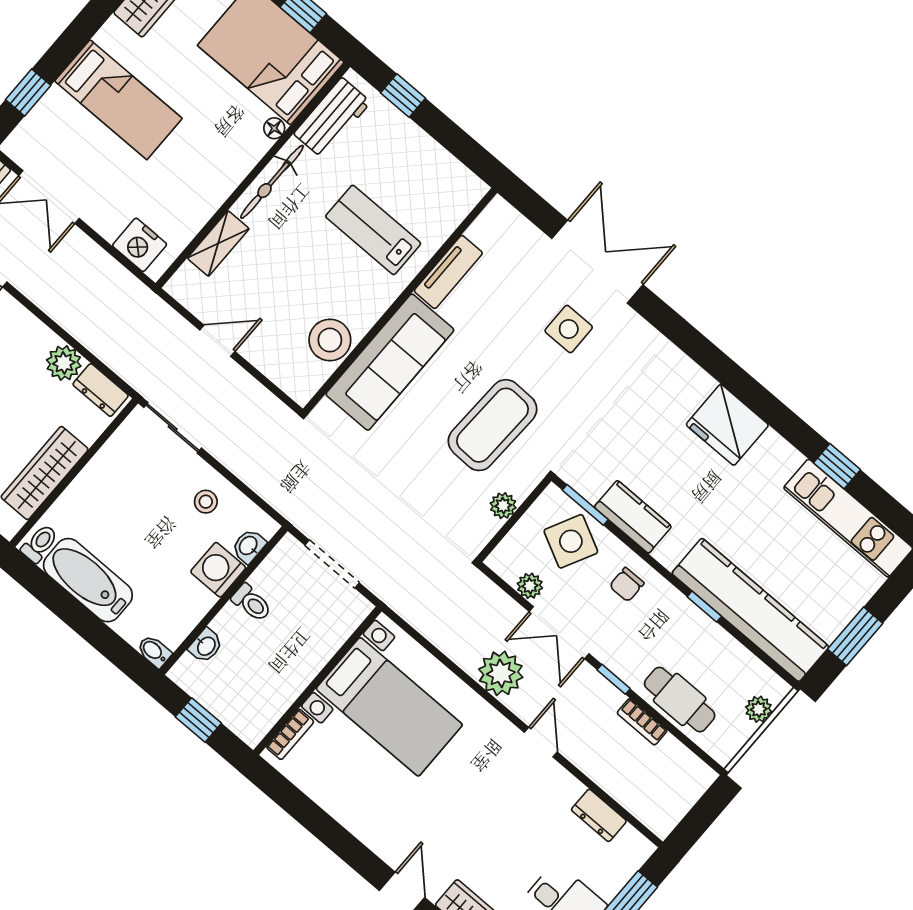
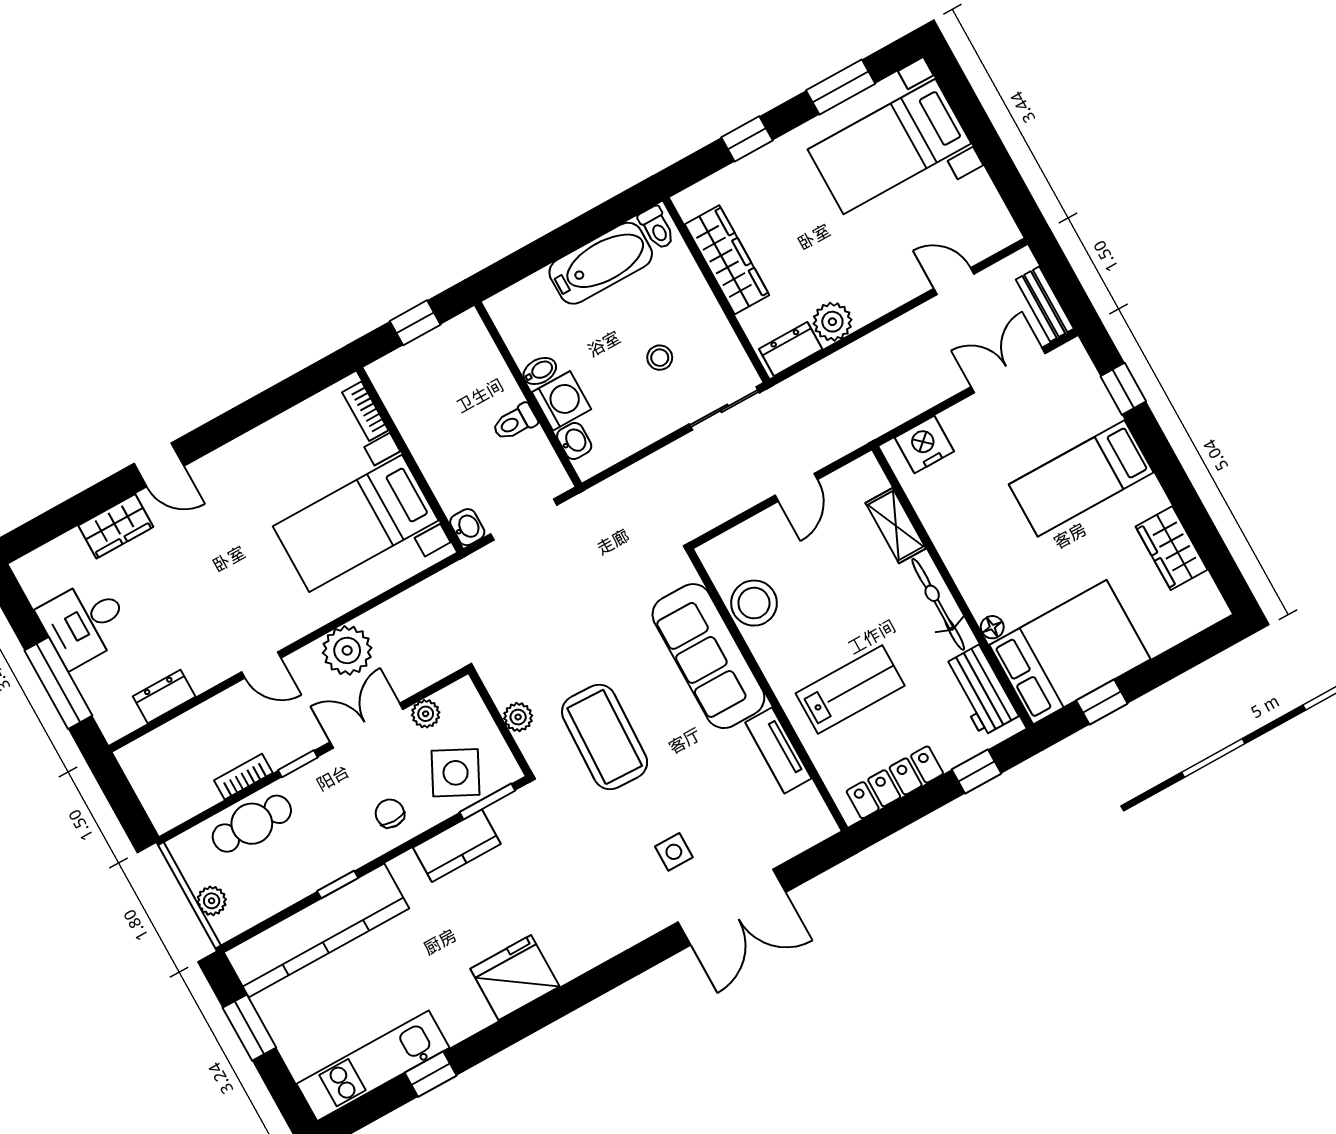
locker: (438, 162) -> (895, 782), added
side table: (569, 329) -> (674, 852), width x0.73, depth x0.73
stool: (206, 502) -> (660, 358), moved
washbasin: (206, 646) -> (467, 527), moved, turned 180
bidet: (154, 651) -> (540, 371), moved

